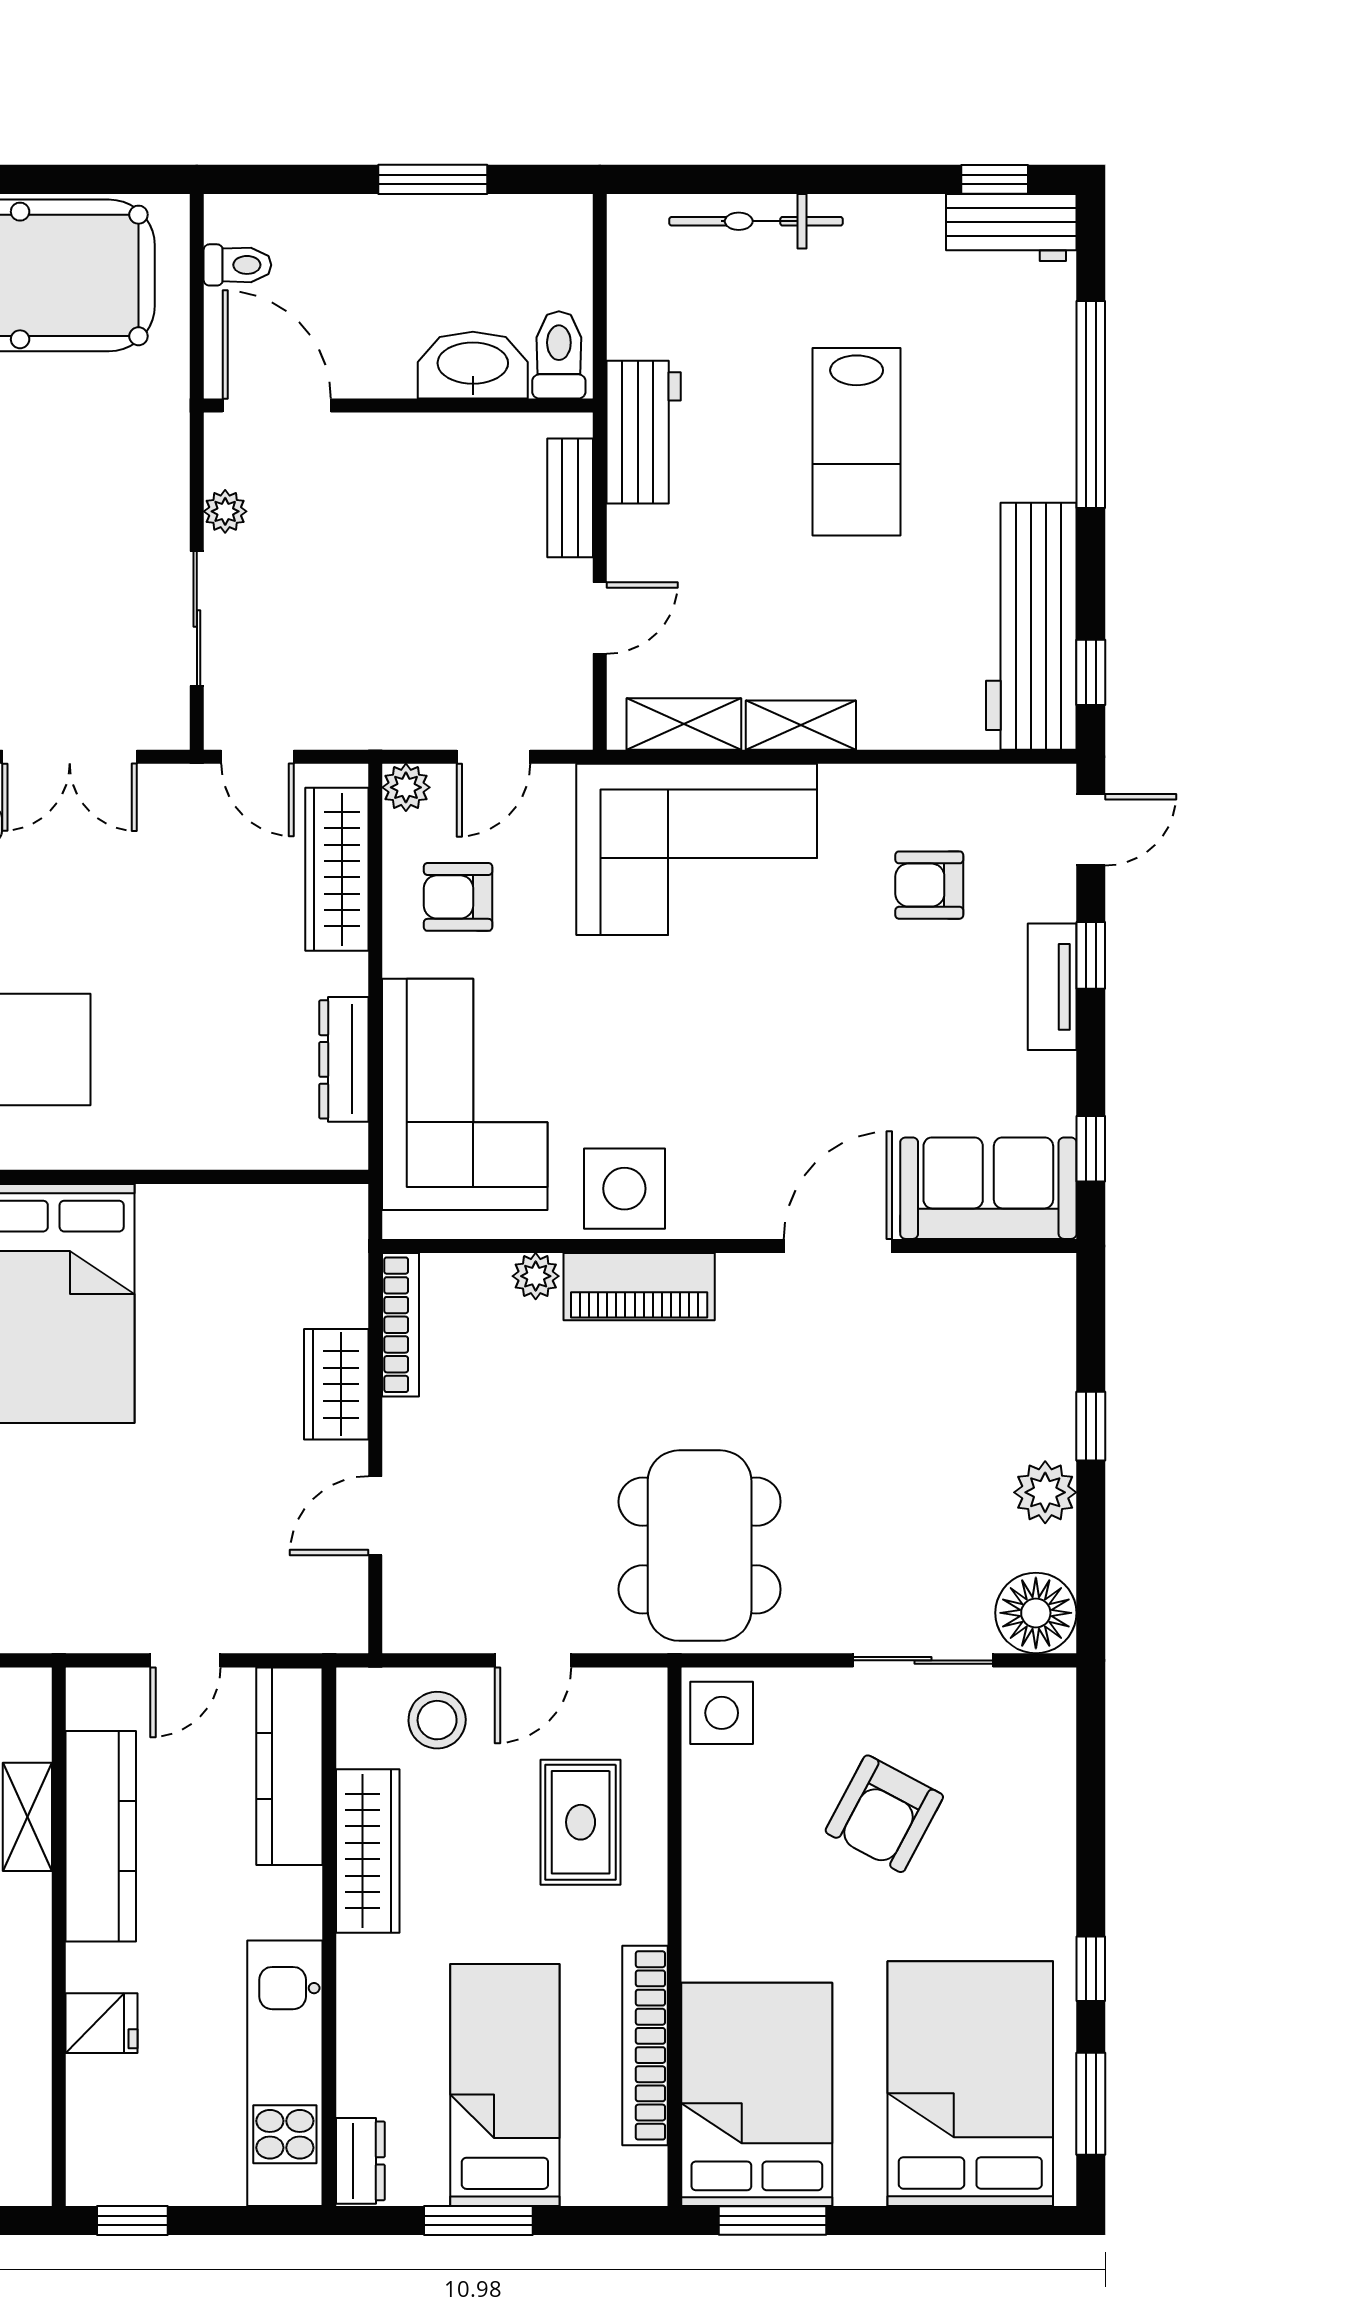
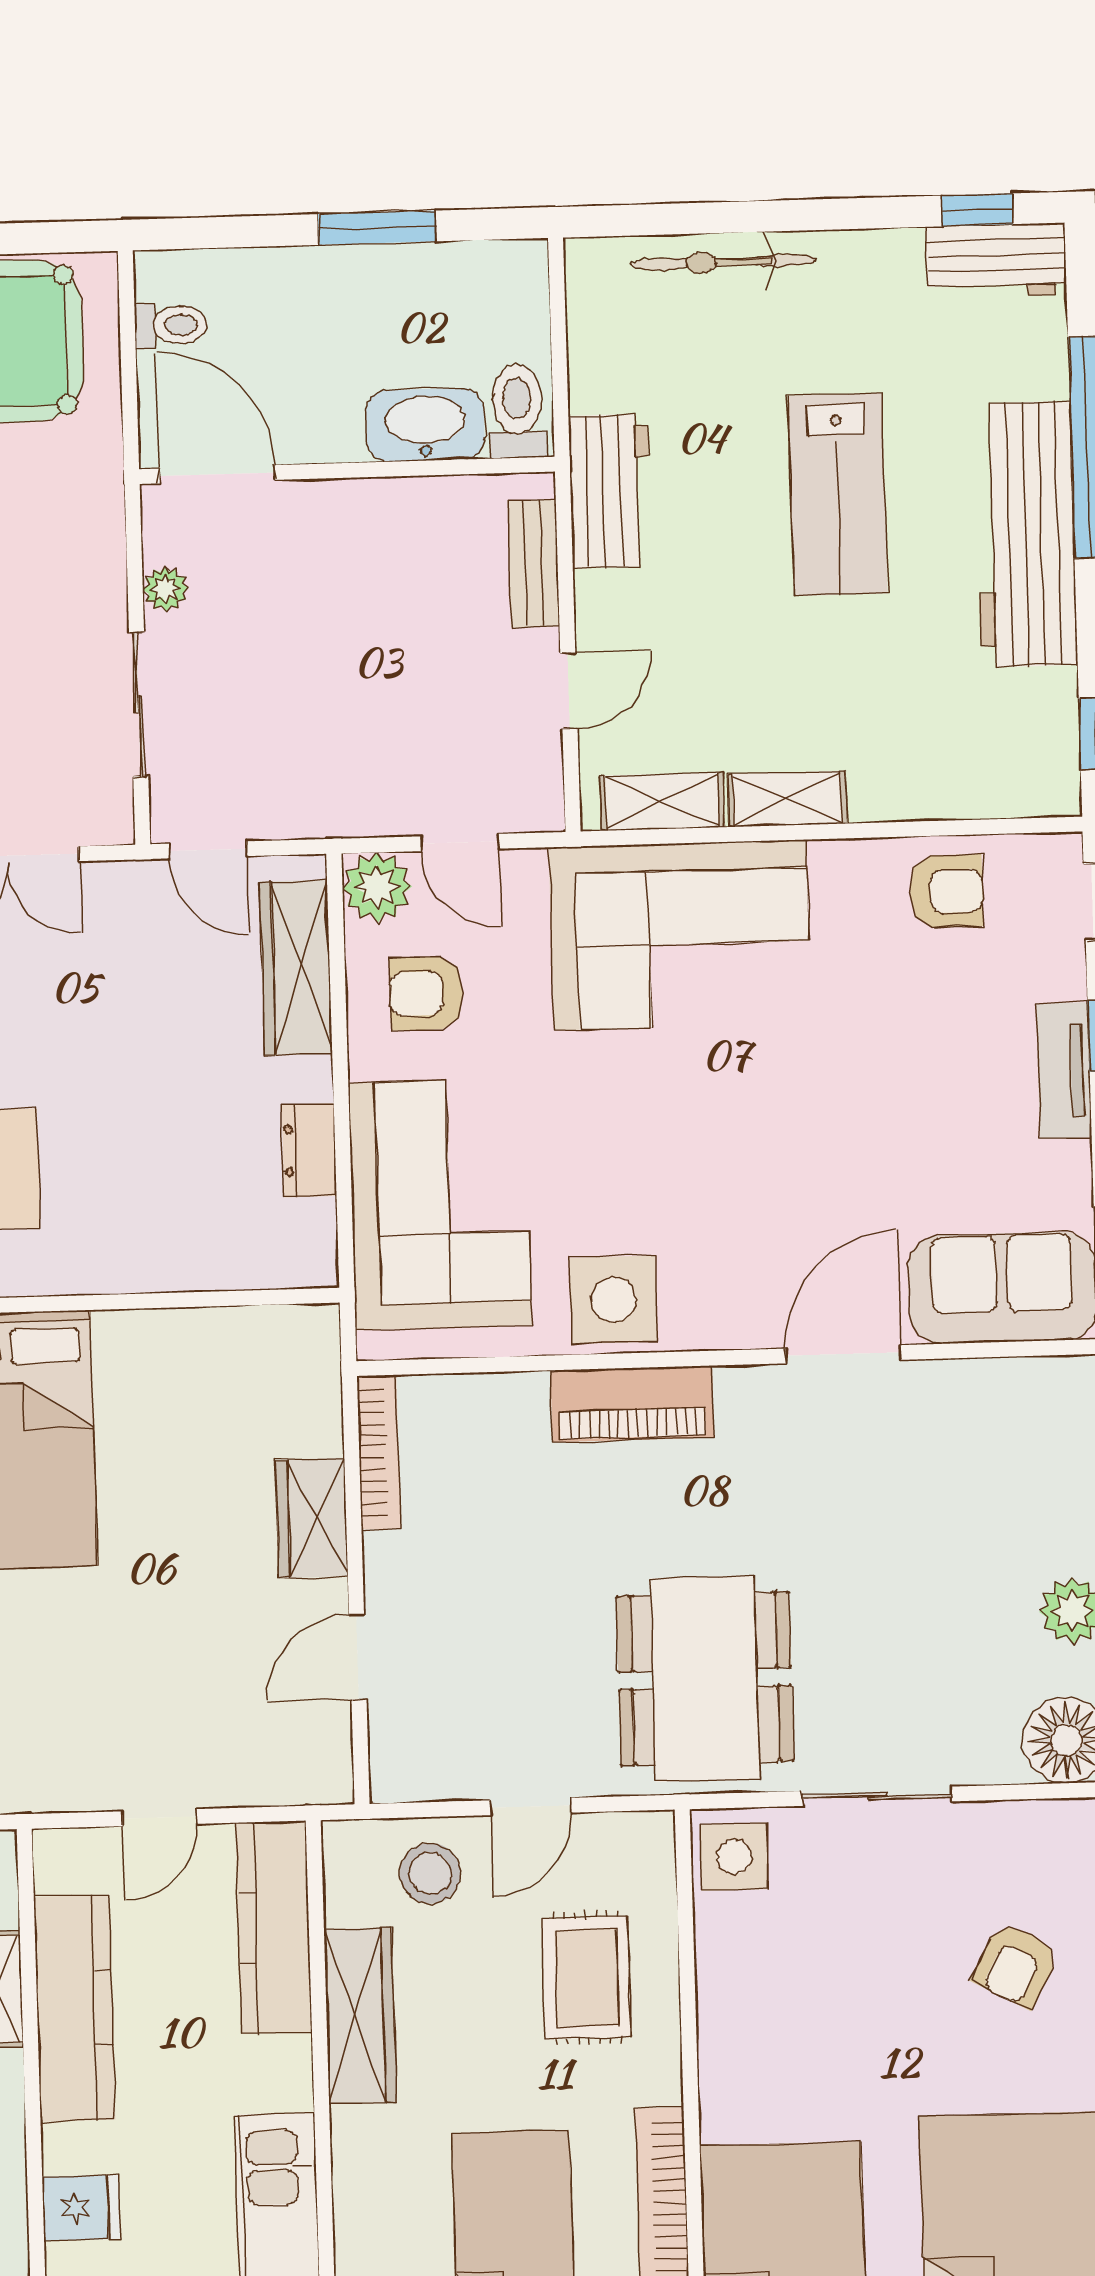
workbench: (1031, 626) -> (1026, 534), moved
door: (493, 757) -> (460, 842), hinge flipped
plant: (406, 787) -> (377, 887), width x1.38, depth x1.38
armchair: (929, 885) -> (946, 891), moved, turned 180
dresser: (344, 1059) -> (309, 1150), width x0.70
plant: (536, 1276) -> (521, 1396), removed
sliding door: (923, 1660) -> (877, 1796), moved
armchair: (884, 1814) -> (1016, 1965), moved, width x0.72, depth x0.72

